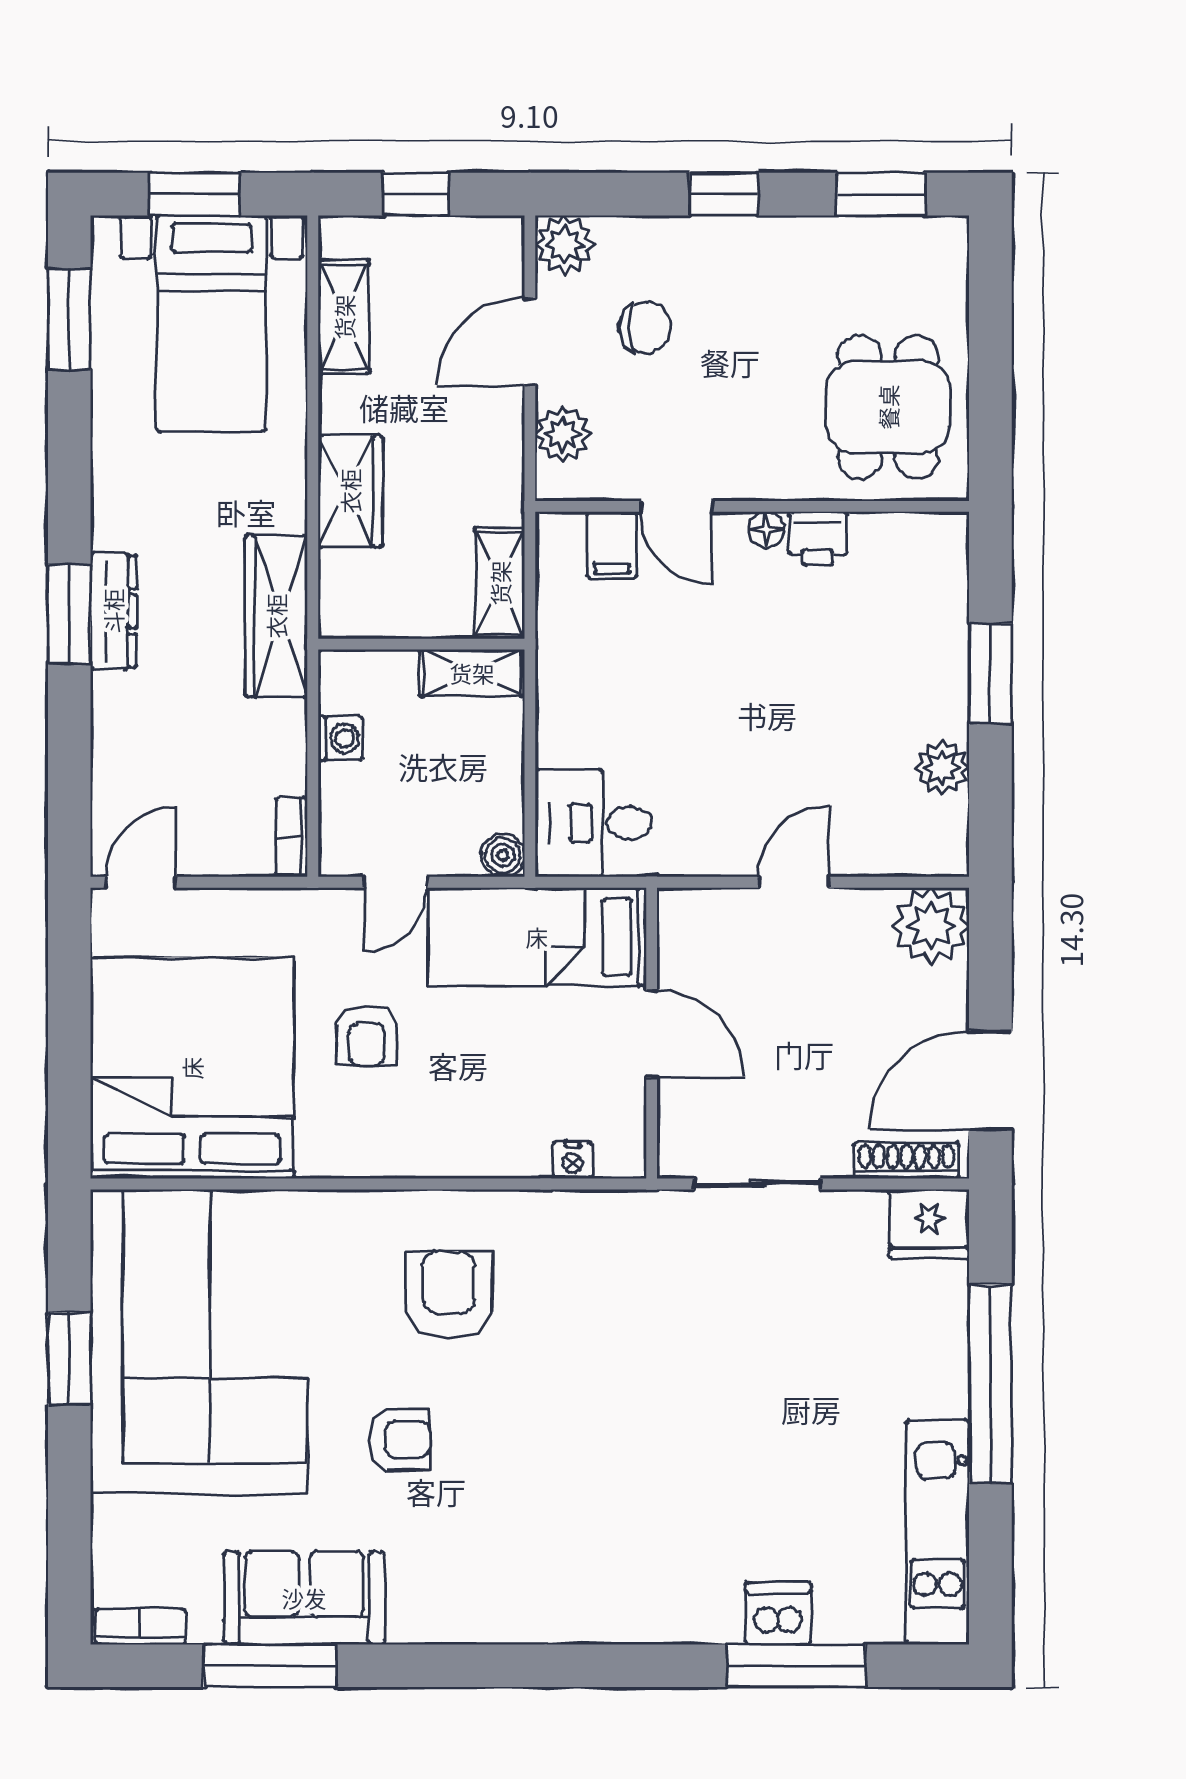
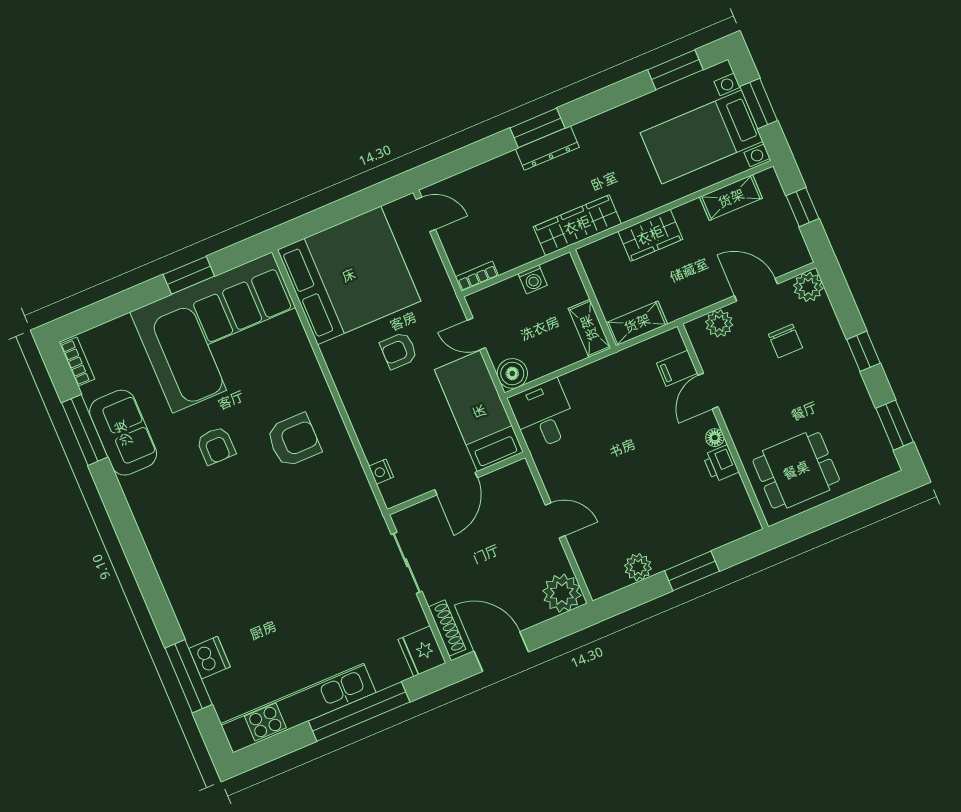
boiler: (503, 855) -> (512, 373), width x1.36, depth x1.36
kitchen unit: (938, 1532) -> (298, 708), width x1.36

